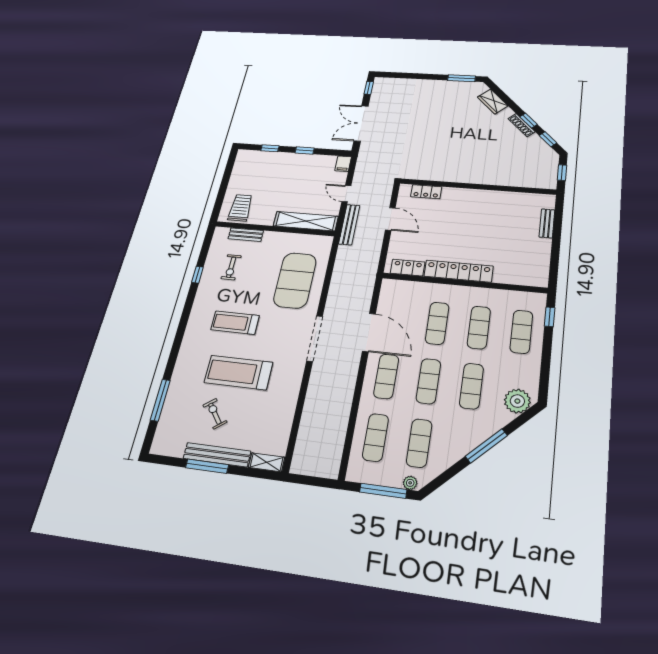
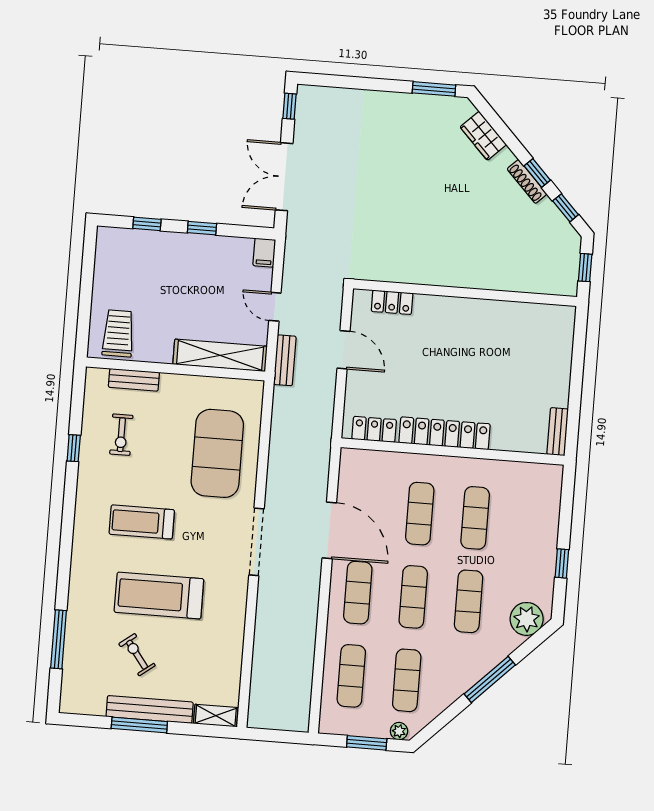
bench: (547, 223) -> (558, 432), moved
bench: (349, 225) -> (285, 360), width x0.73
window: (550, 317) -> (562, 563), moved
exercise mat: (521, 332) -> (530, 522), removed
window: (383, 491) -> (367, 743), width x0.69

